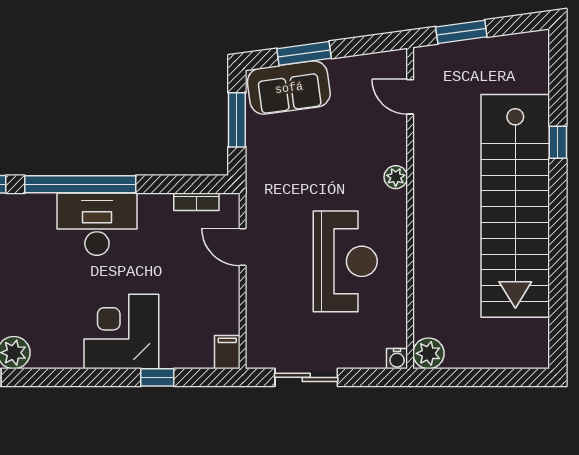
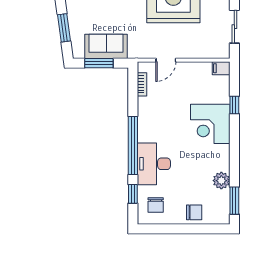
sofa: (289, 88) -> (106, 46), moved, turned -82
desk: (97, 224) -> (154, 164), moved

